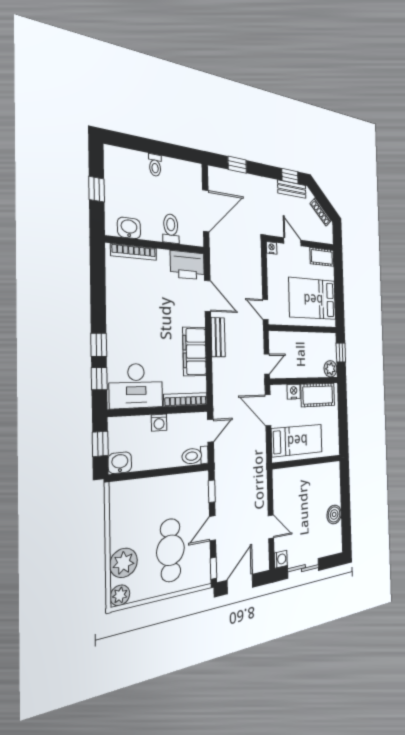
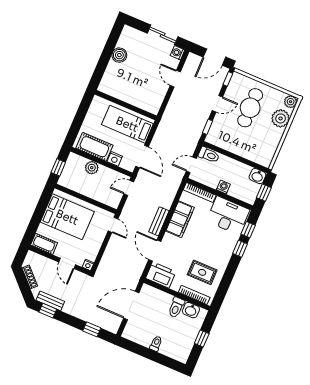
toilet: (171, 229) -> (176, 307), moved
rug: (137, 289) -> (202, 272), added
plant: (330, 369) -> (92, 168), moved

